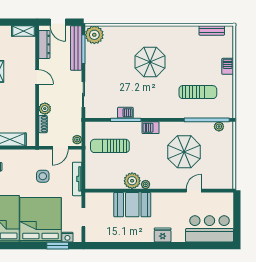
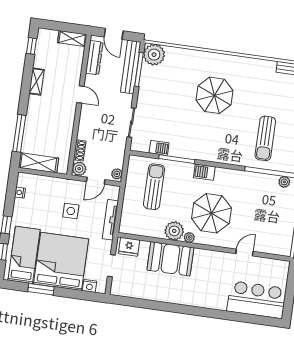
sun lounger: (198, 92) -> (265, 138), turned 90
plant: (45, 109) -> (79, 169), moved
barbecue: (125, 113) -> (159, 148), moved
sun lounger: (110, 146) -> (154, 187), turned 90
parasol: (184, 152) -> (211, 213), moved
fridge: (163, 235) -> (129, 247), moved, turned 180
window: (58, 246) -> (41, 289), moved

